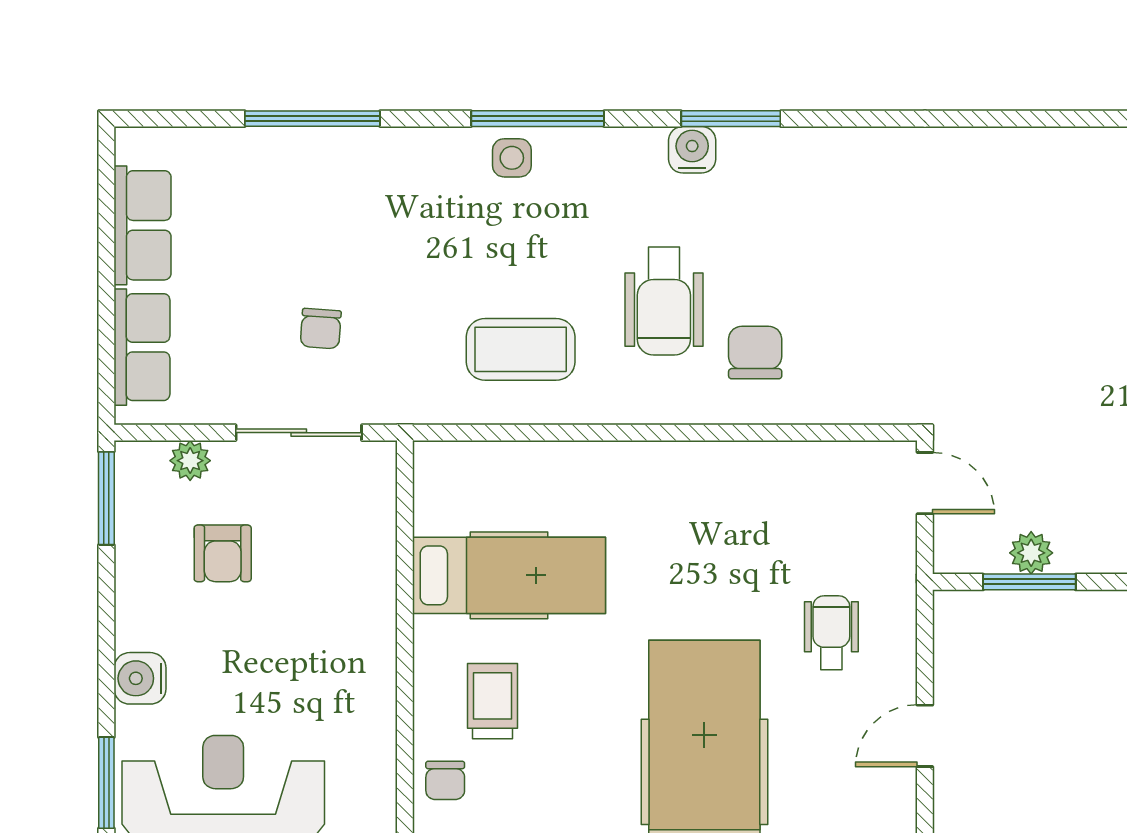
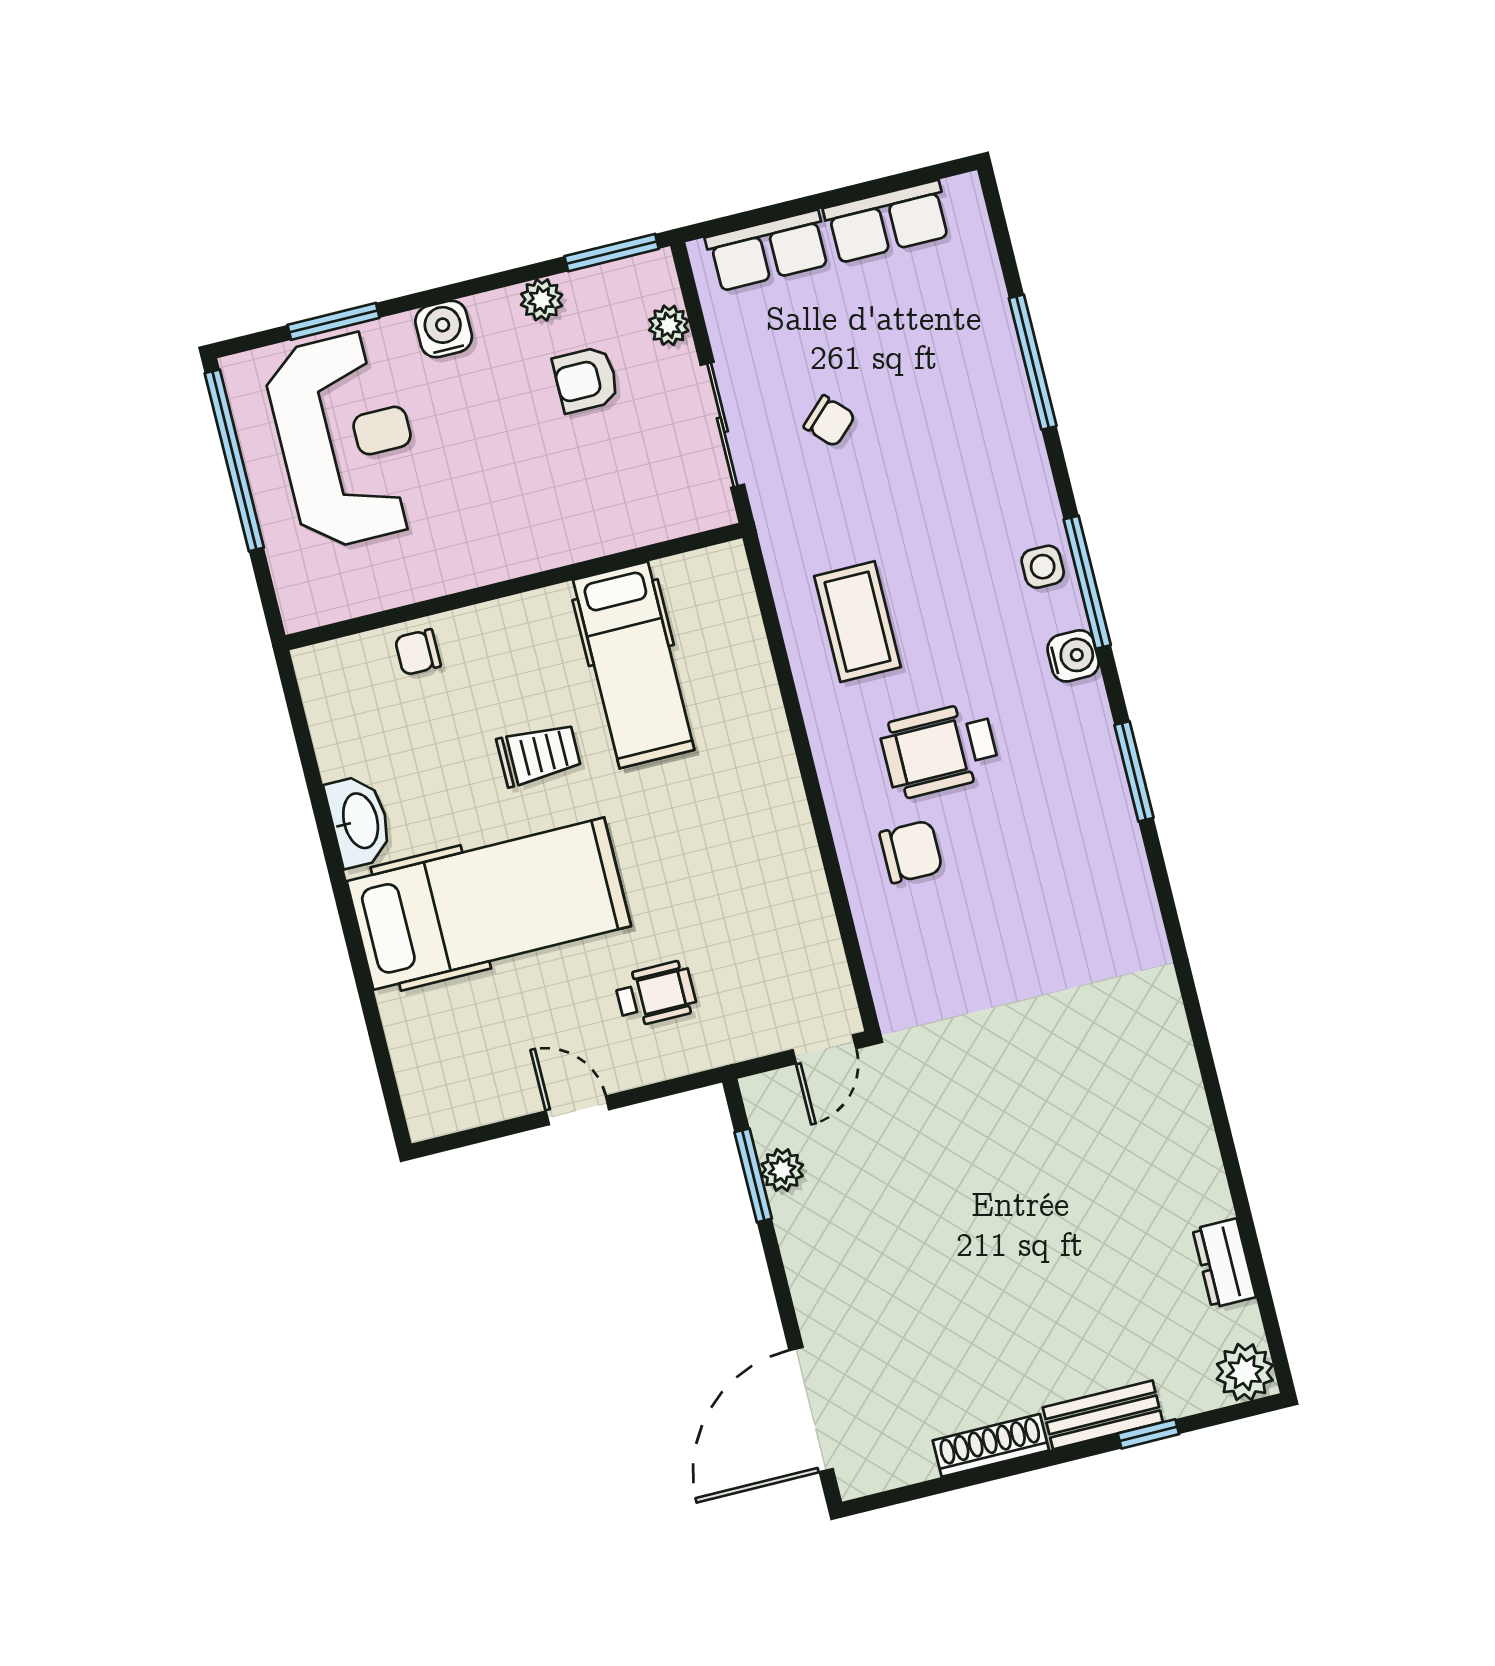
water cooler: (692, 150) -> (1073, 656), moved
chair: (321, 329) -> (829, 421), turned -138
plant: (135, 577) -> (542, 300), added
trolley: (493, 701) -> (539, 754), moved

